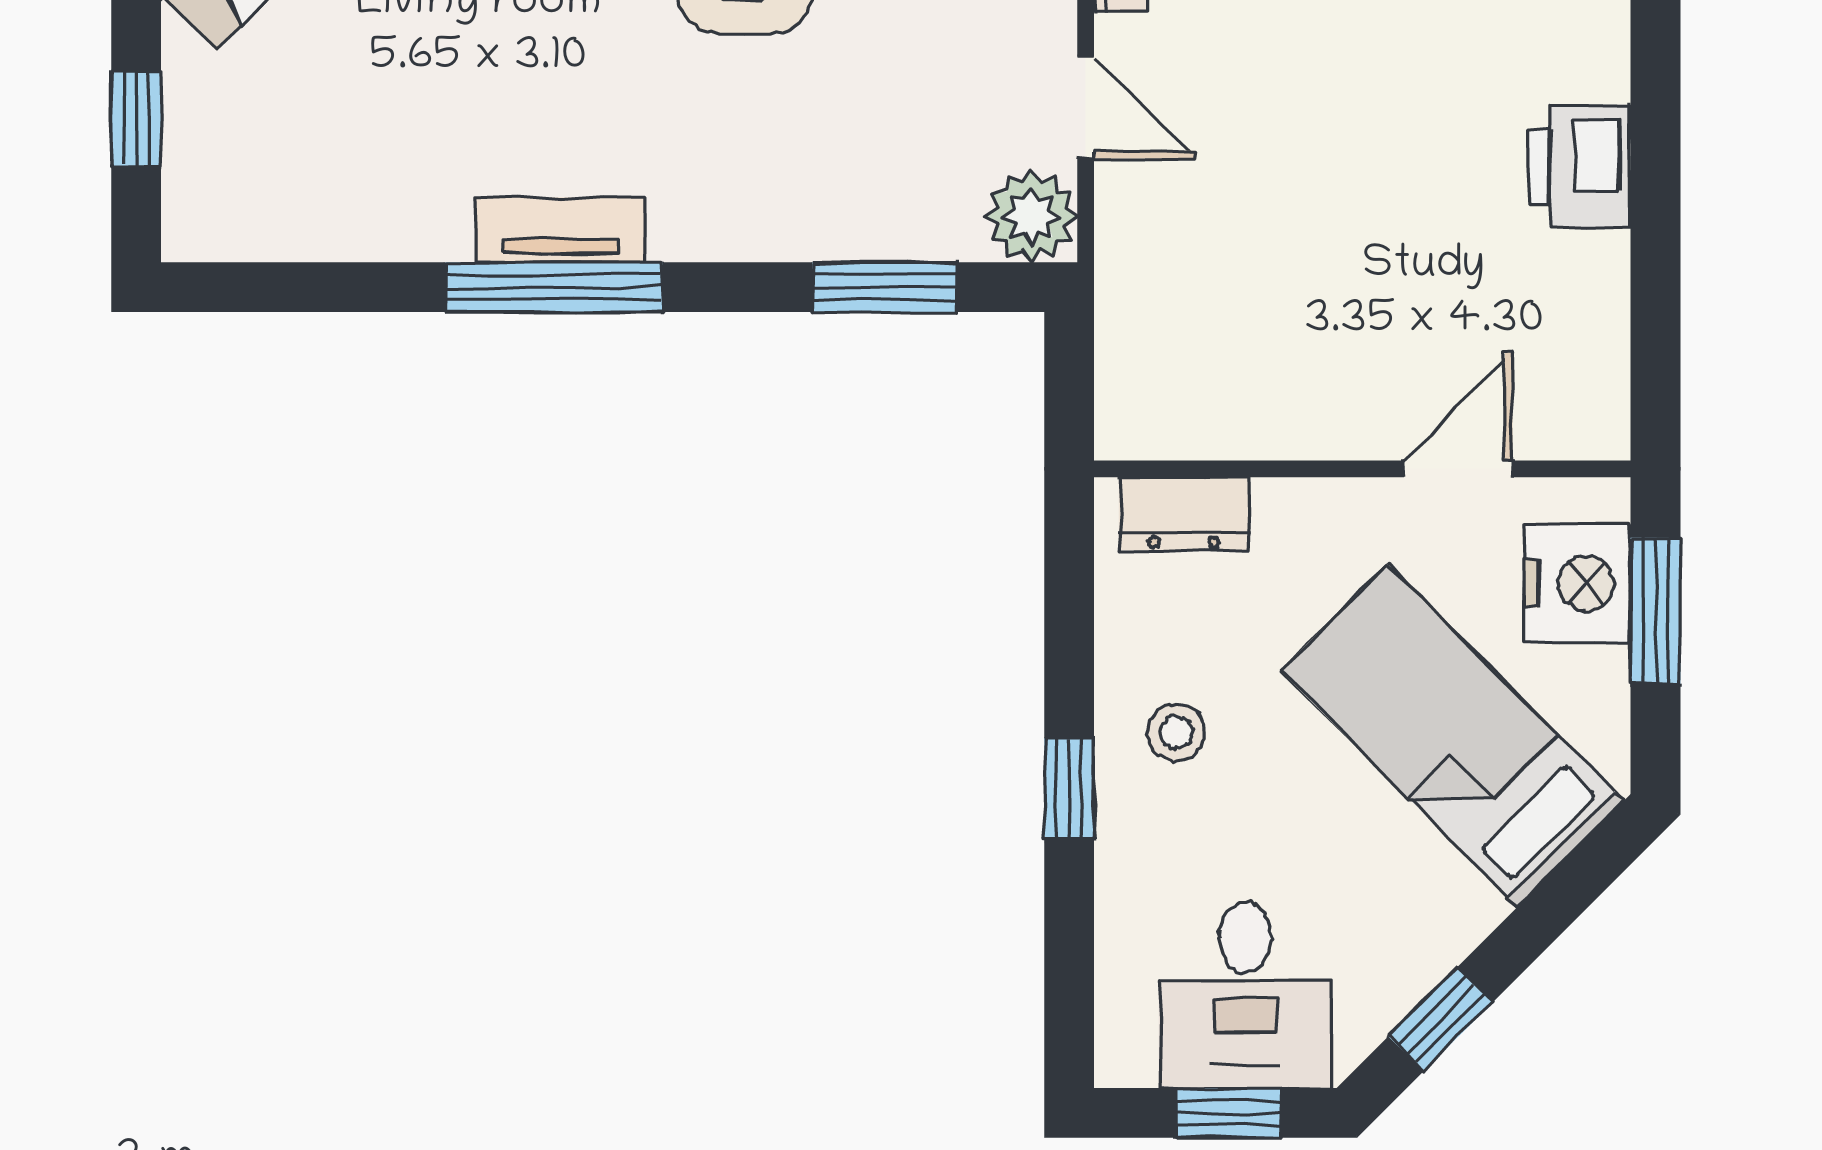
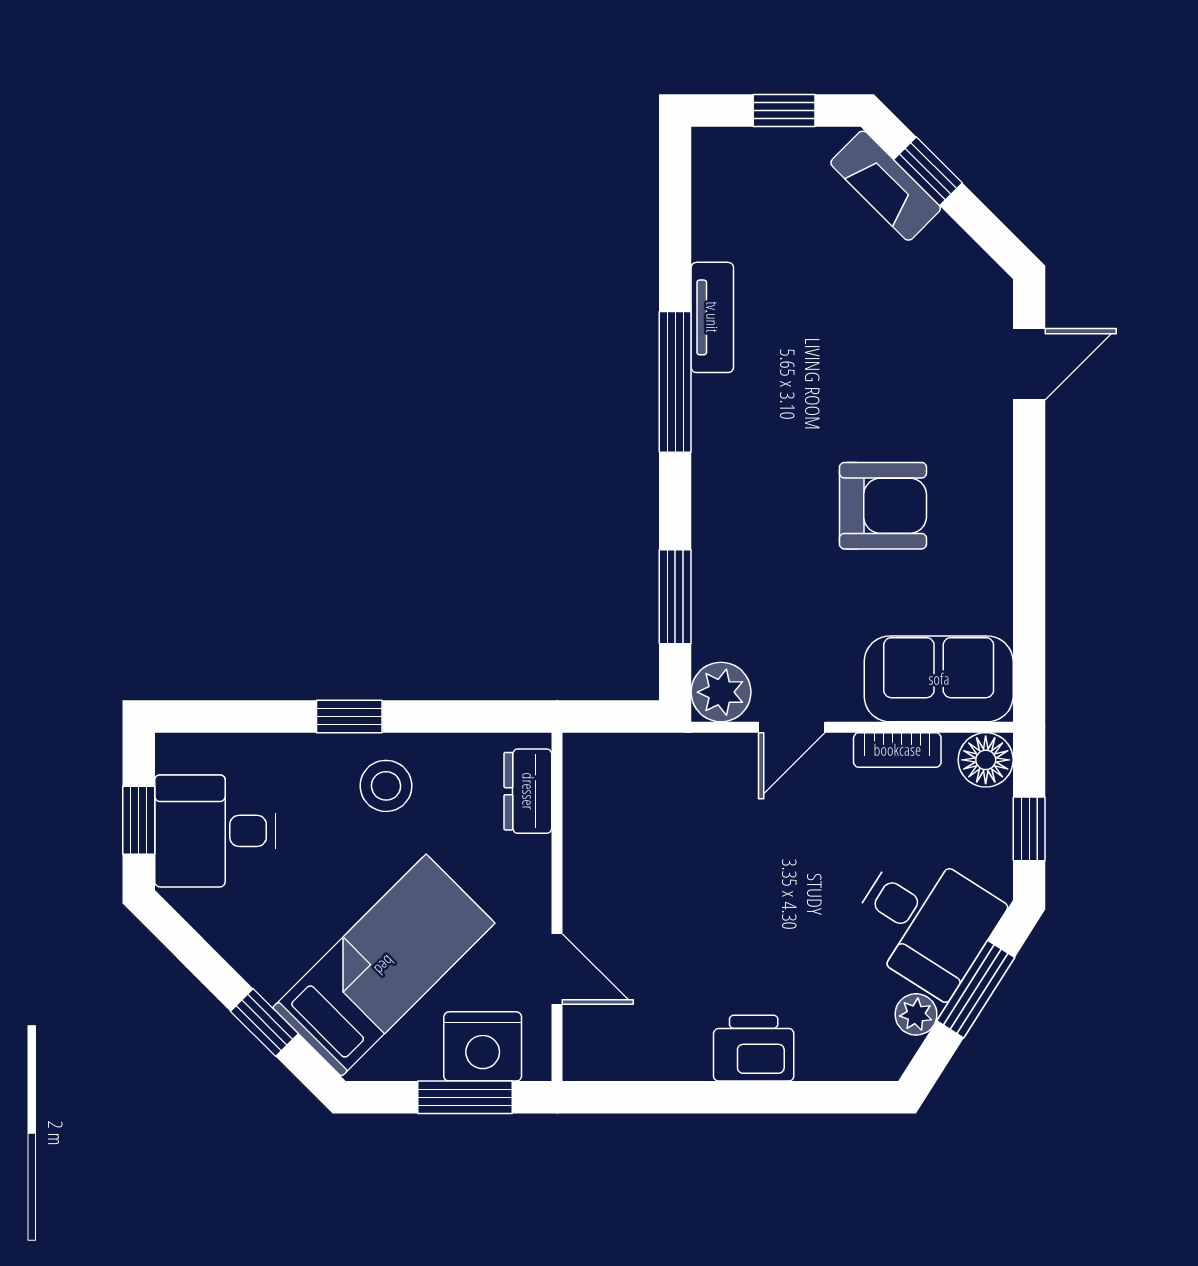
tv unit: (561, 230) -> (712, 317), moved
stool: (1176, 732) -> (386, 786), width x1.37, depth x1.37
window: (1441, 1019) -> (264, 1022), moved

